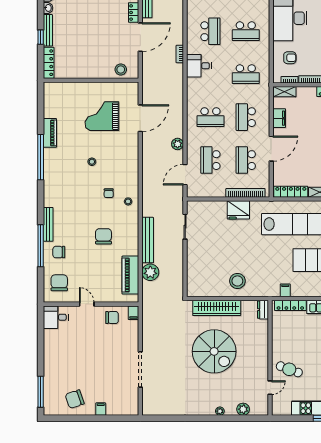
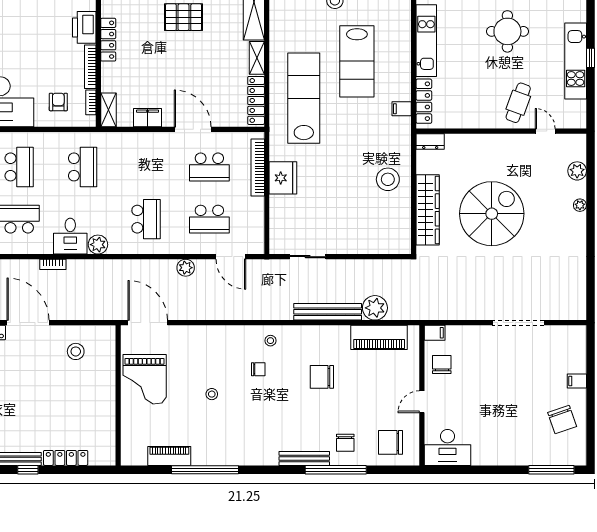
wall: (91, 80) -> (118, 395), moved
plant: (193, 85) -> (98, 245), added
school desk: (246, 117) -> (146, 167), removed
desk: (56, 317) -> (448, 447), width x1.37

